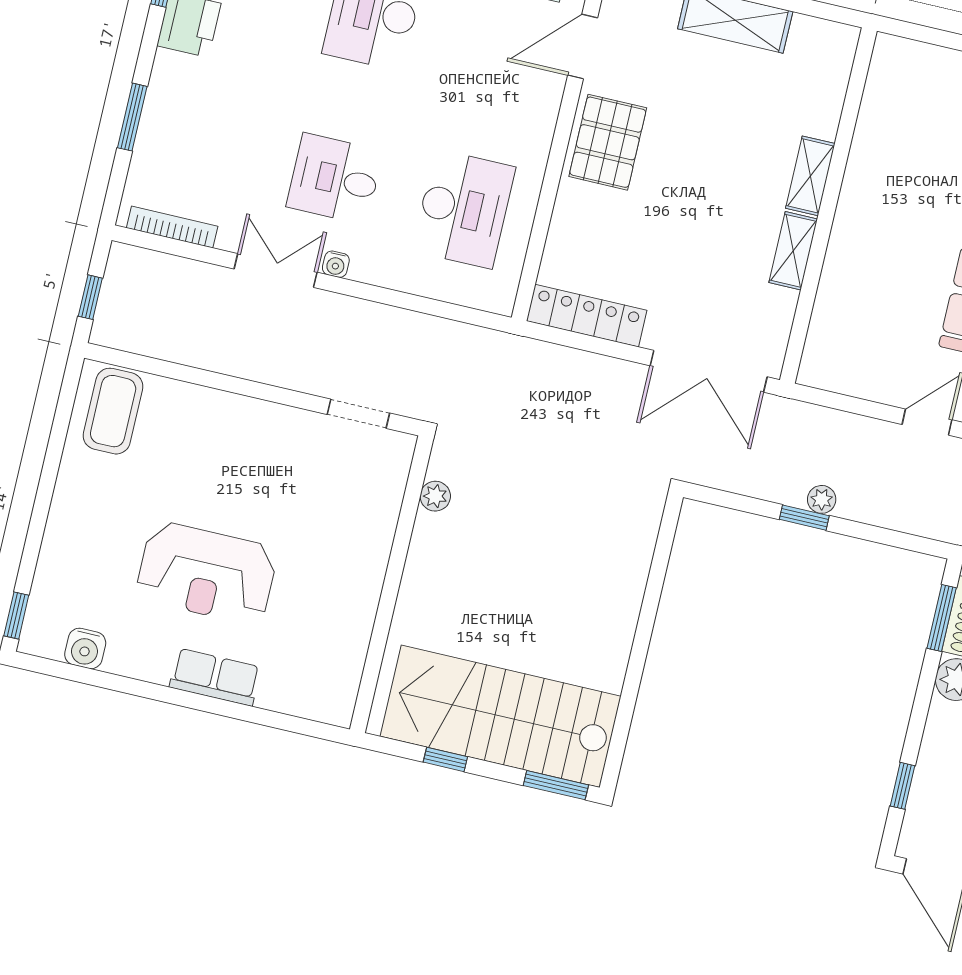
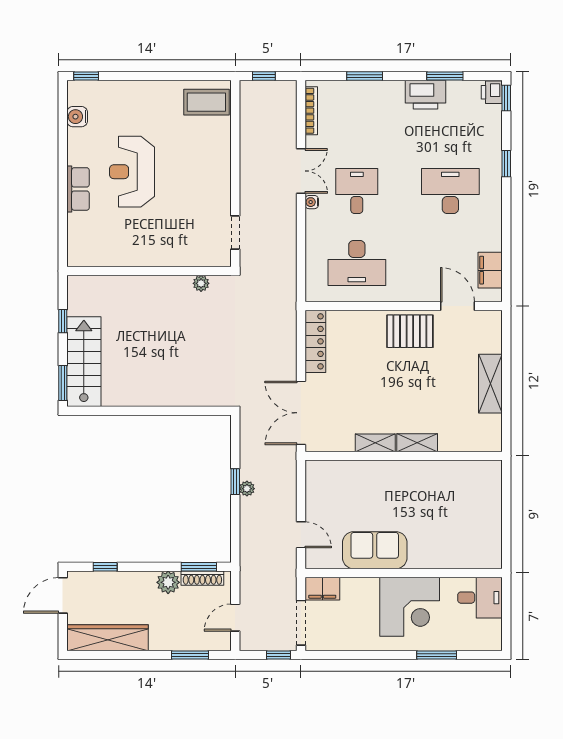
stairs: (501, 716) -> (84, 362), width x0.73, depth x0.66

